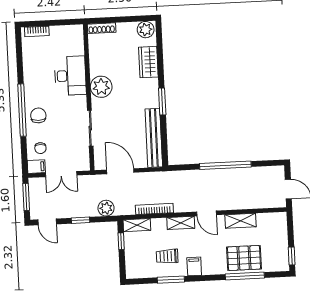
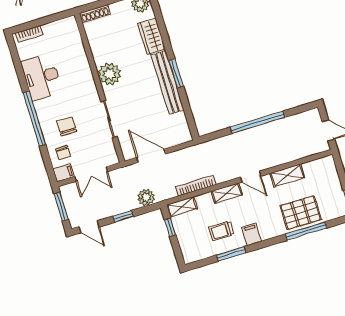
desk: (70, 76) -> (42, 77), moved, turned 180
chair: (38, 115) -> (67, 126), moved
bench: (154, 138) -> (167, 82), moved

